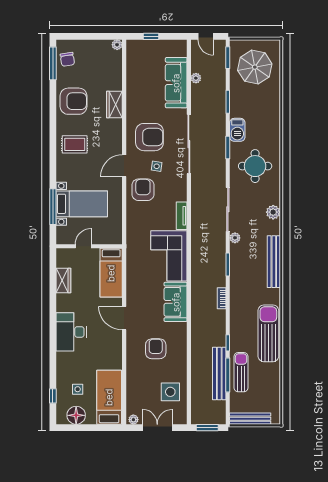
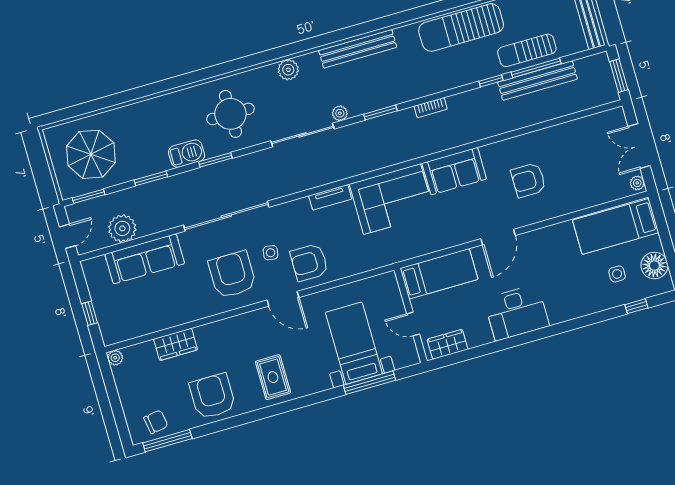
plant: (196, 78) -> (122, 228), width x1.88, depth x1.88
wardrobe: (114, 105) -> (176, 344), moved
wardrobe: (63, 281) -> (448, 344), moved
desk: (71, 332) -> (517, 313), moved
side table: (170, 392) -> (583, 142), removed

